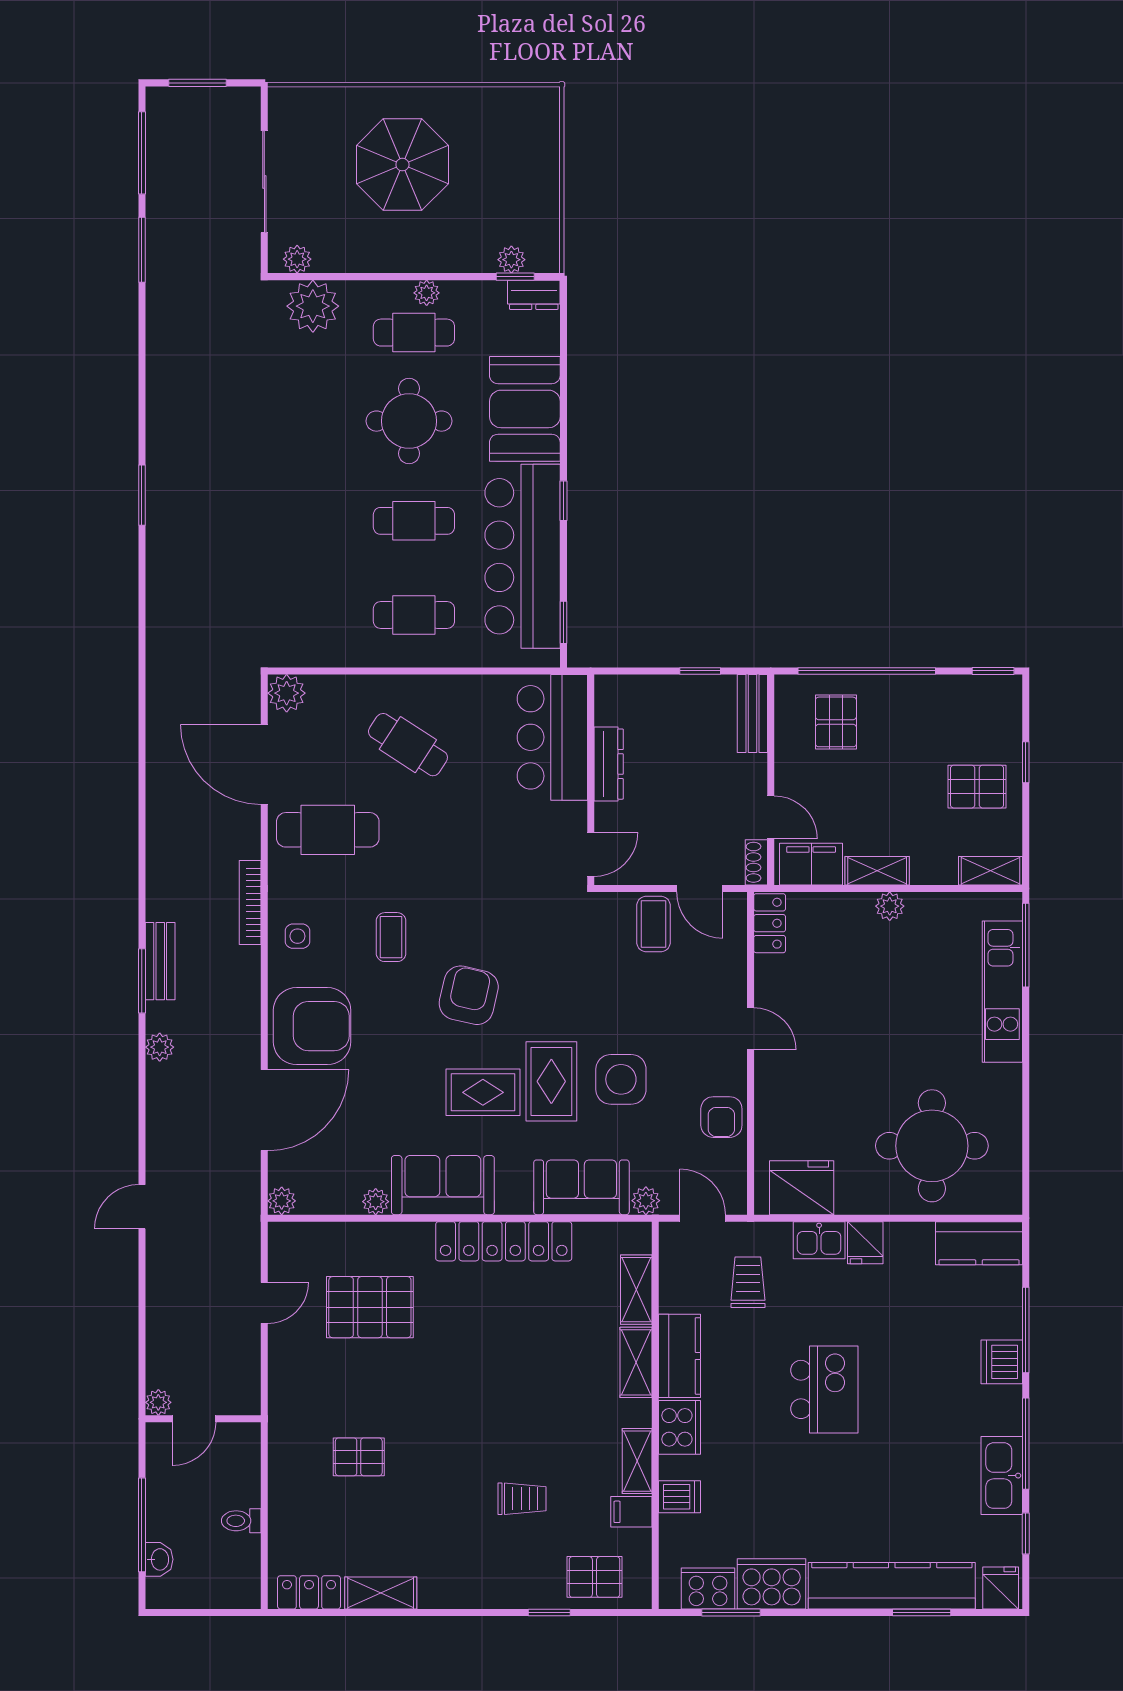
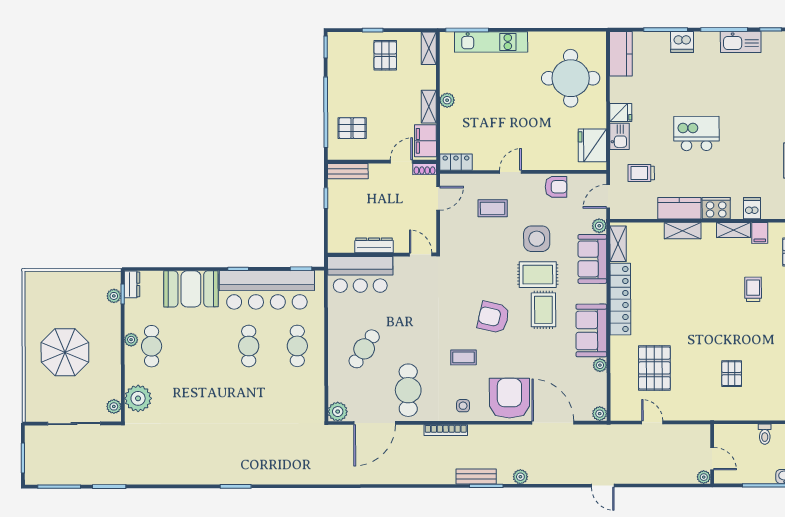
round table: (409, 421) -> (197, 349), removed
coffee table: (653, 924) -> (493, 208), moved
shelving: (636, 1290) -> (618, 244), moved, turned 90

